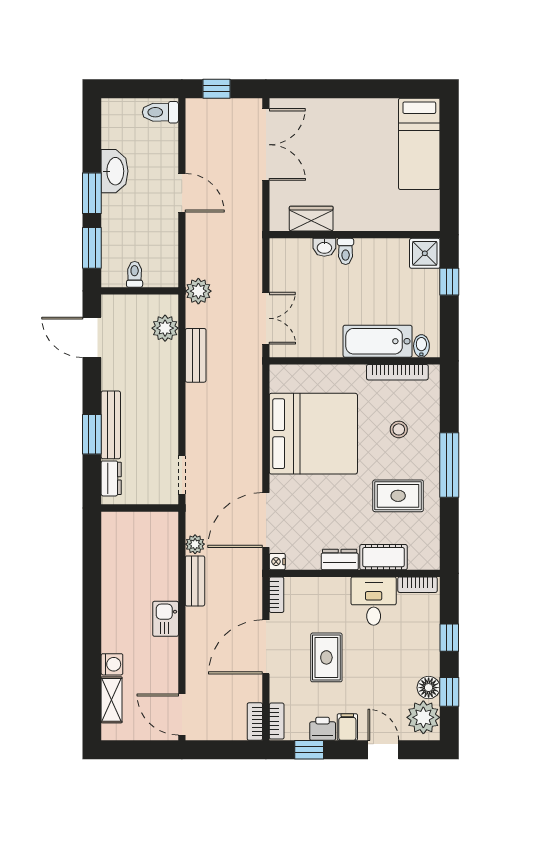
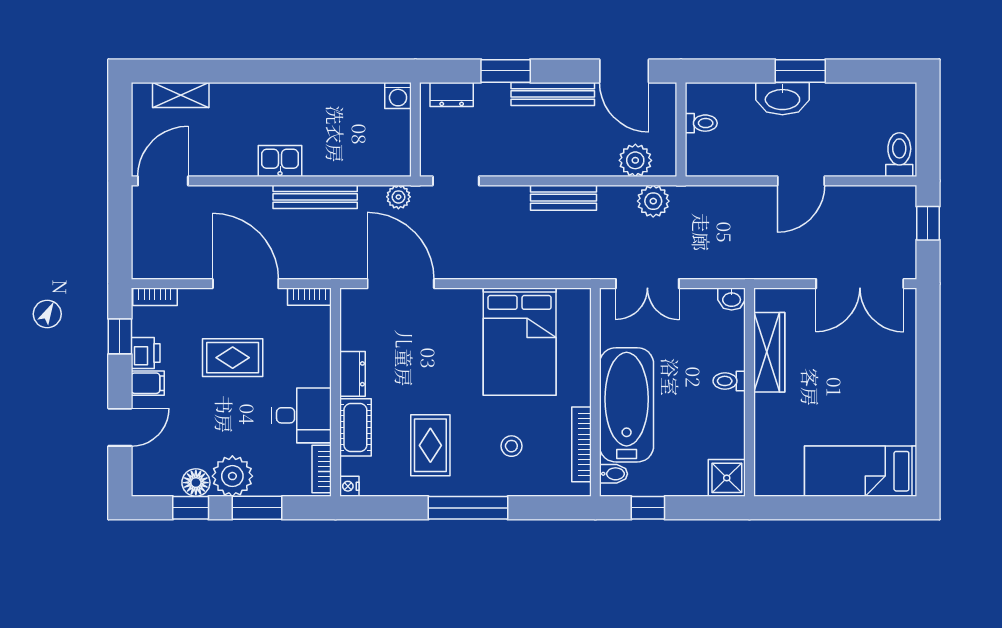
washbasin: (115, 171) -> (782, 99), moved
wardrobe: (311, 219) -> (769, 352), width x1.50
washbasin: (324, 247) -> (732, 299), moved, turned -90
window: (92, 248) -> (733, 71), removed
window: (449, 282) -> (648, 508), moved
plant: (198, 291) -> (653, 201), moved
door: (92, 337) -> (624, 71), swing flipped
bathtub: (378, 341) -> (627, 405), width x1.36, depth x1.36
bench: (196, 355) -> (564, 198), moved
bench: (111, 425) -> (553, 94), moved
bed: (313, 434) -> (520, 342), width x0.73
plant: (195, 544) -> (398, 197), moved
nightstand: (277, 562) -> (349, 486), moved, turned -90
bench: (195, 581) -> (315, 197), width x1.36
window: (449, 638) -> (257, 508), width x1.50
washing machine: (112, 664) -> (398, 95), moved
plant: (423, 717) -> (232, 476), moved
bookcase: (255, 722) -> (154, 270), removed

